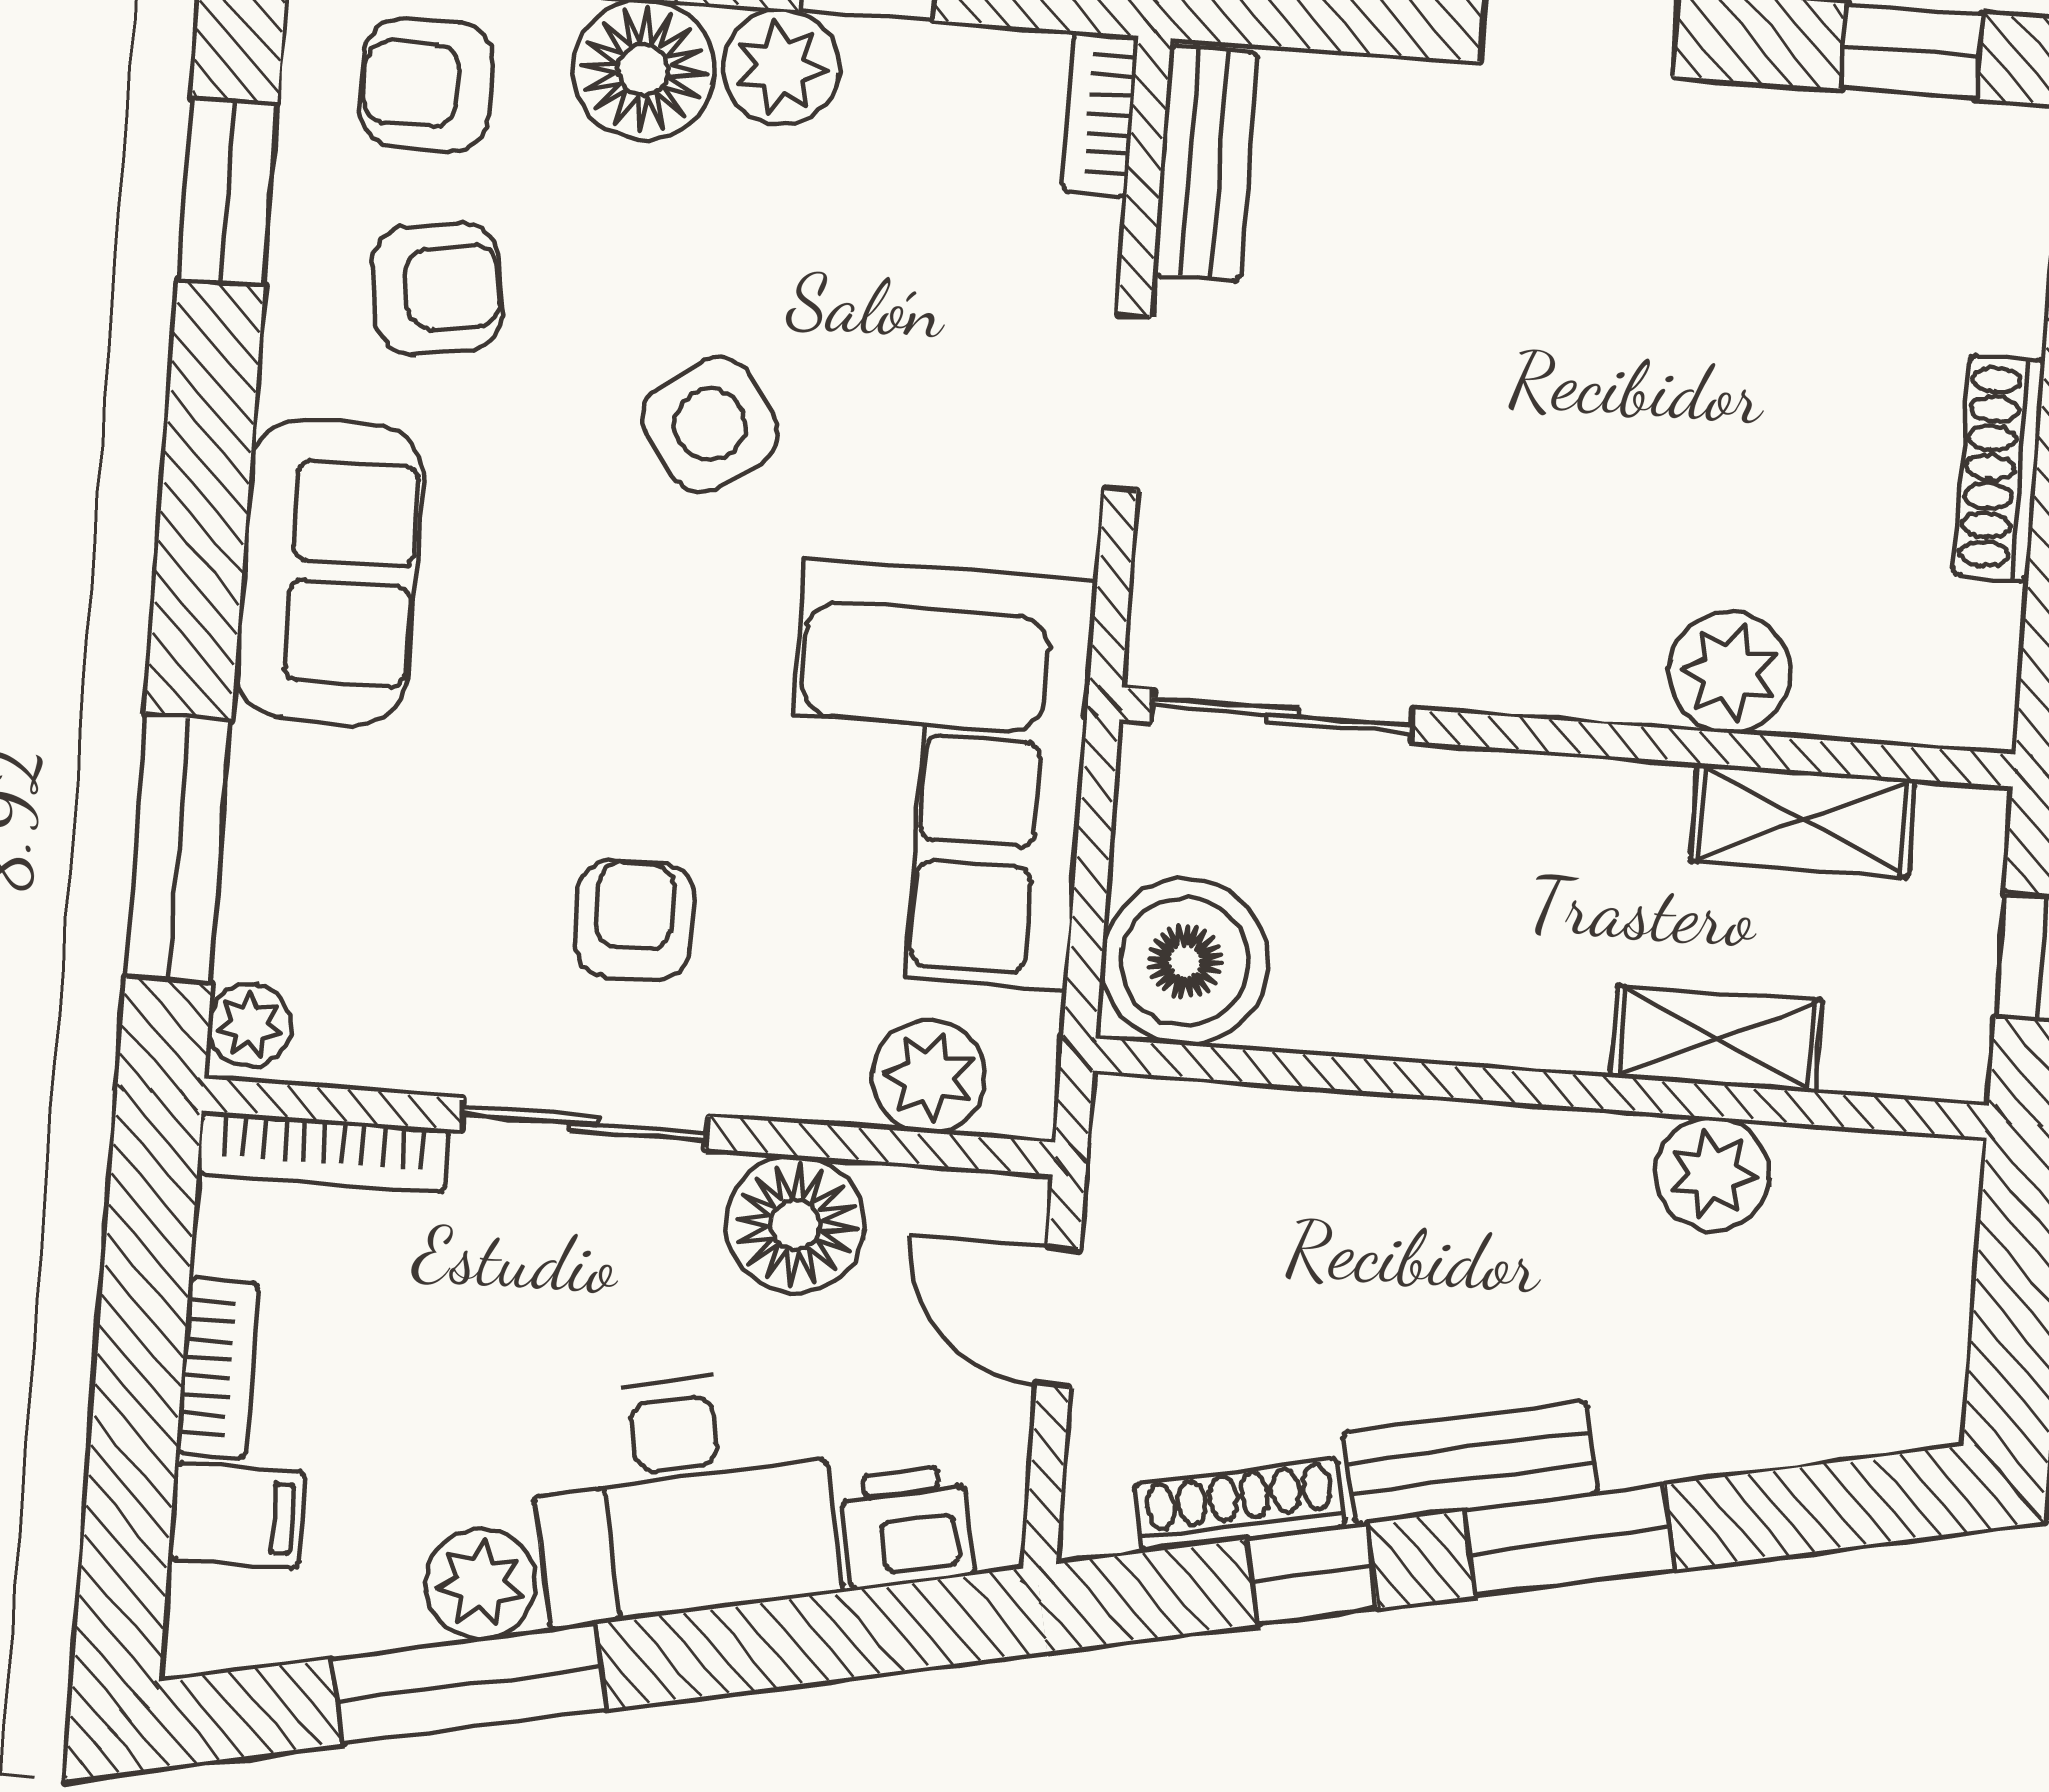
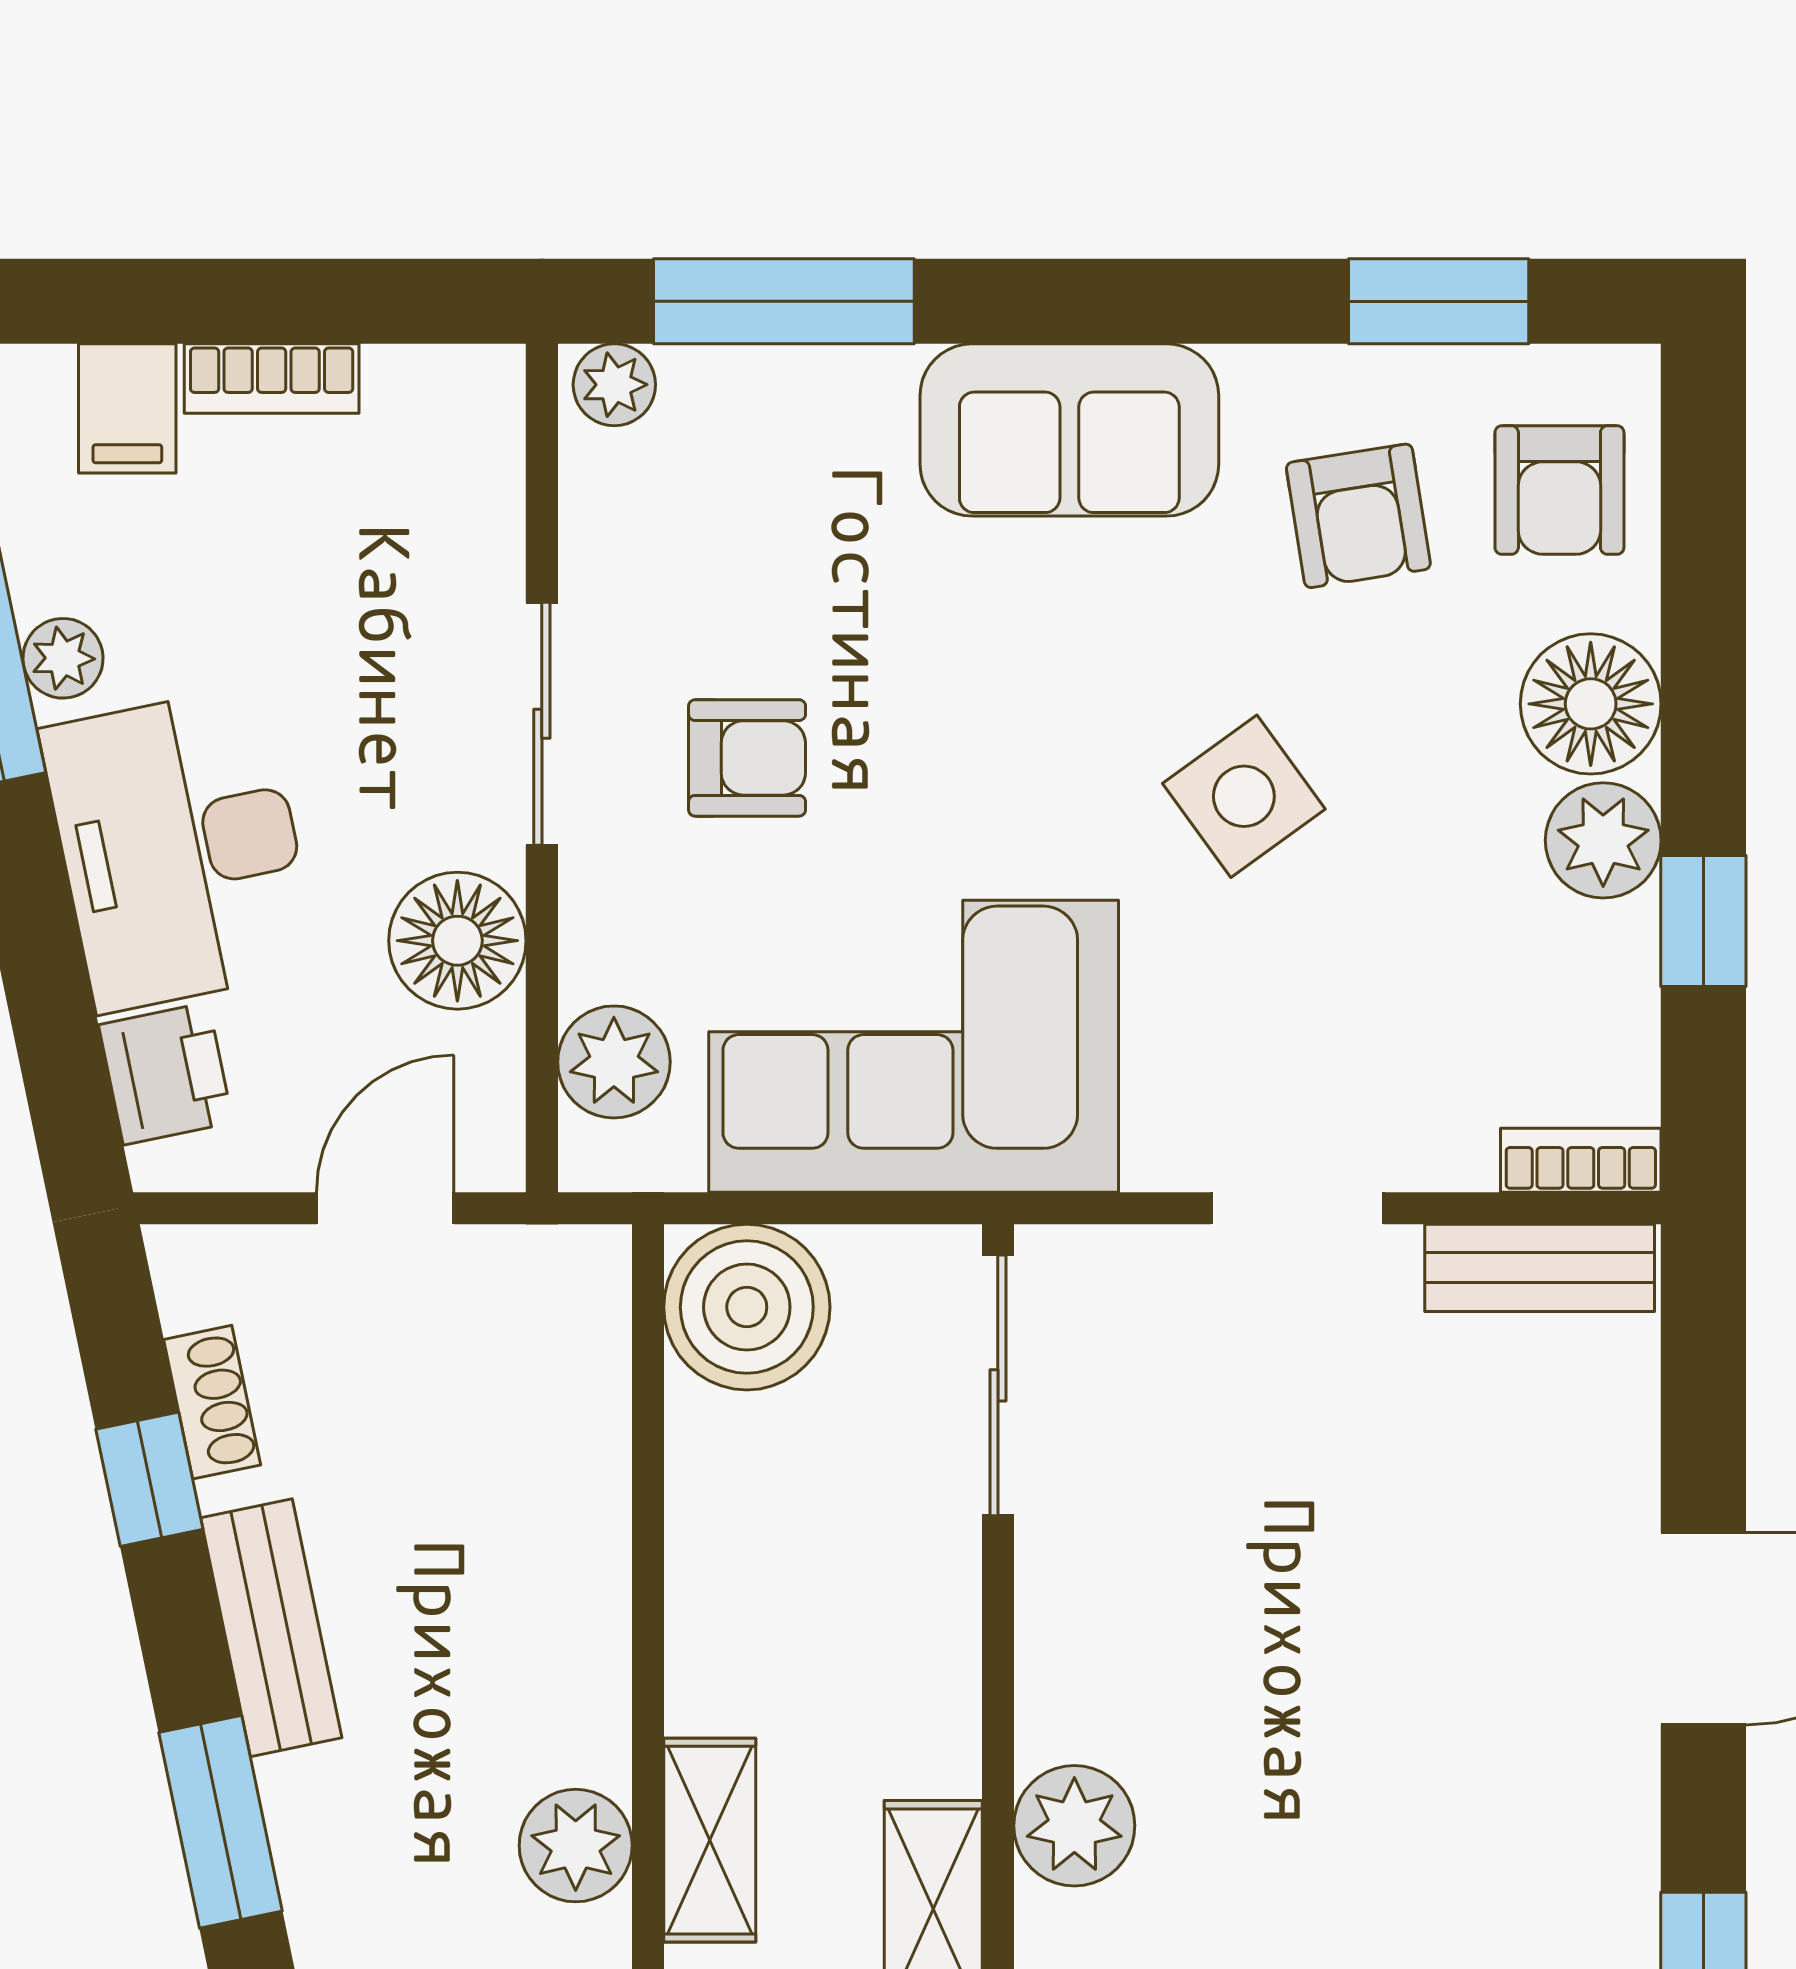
armchair: (426, 85) -> (1559, 490), turned 180
bookcase: (323, 1152) -> (494, 467), removed
shoe rack: (1240, 1505) -> (212, 1402), width x0.70
window: (1570, 1540) -> (221, 1822), moved
plant: (480, 1584) -> (63, 658), width x0.73, depth x0.73

